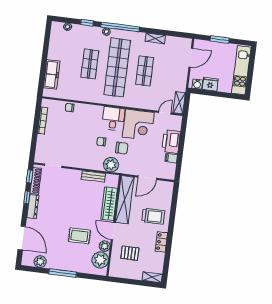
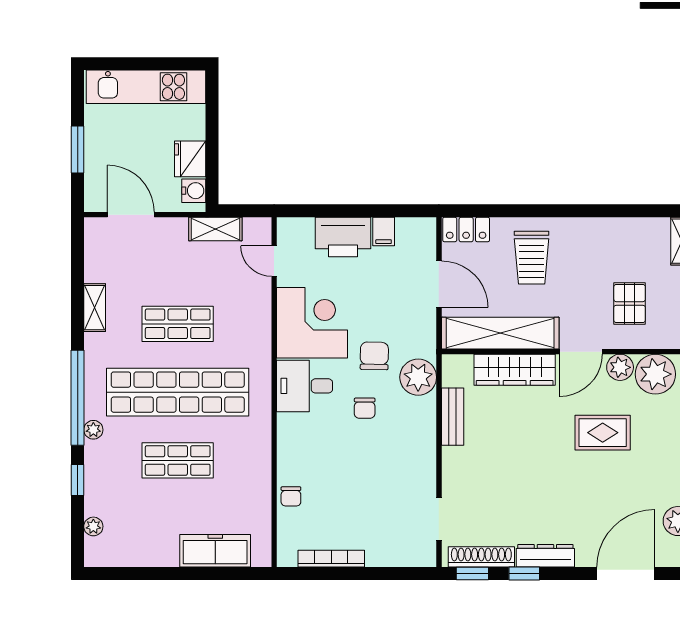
shelving: (179, 103) -> (215, 229), moved
trolley: (153, 216) -> (532, 258), turned 180
rug: (79, 236) -> (603, 433), turned 90
locker: (161, 242) -> (466, 230), moved

